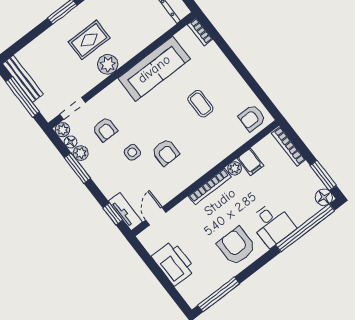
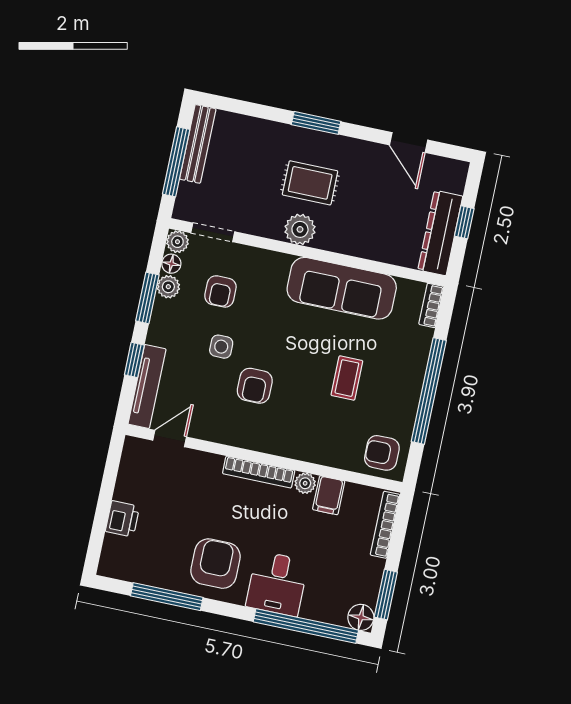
window: (241, 69) -> (429, 391), added
tv unit: (125, 212) -> (147, 387), width x1.41
window: (113, 214) -> (134, 360), moved
printer: (174, 263) -> (122, 519), width x0.53, depth x0.68
window: (219, 294) -> (167, 597), moved

